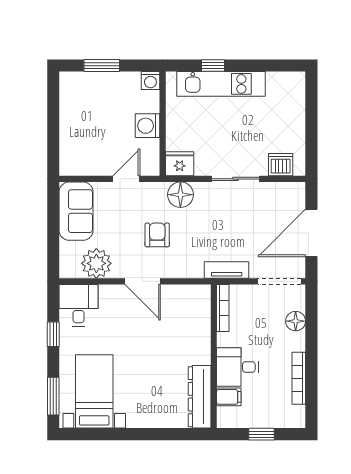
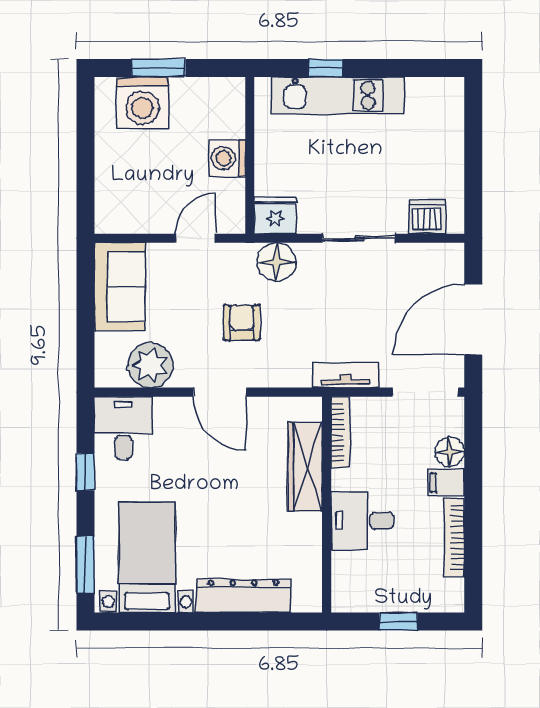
washing machine: (150, 81) -> (142, 103), moved, width x1.89, depth x1.89
wardrobe: (199, 331) -> (305, 467), added
dresser: (200, 397) -> (243, 596), moved, turned 90
filing cabinet: (229, 397) -> (446, 483), moved, turned 180

